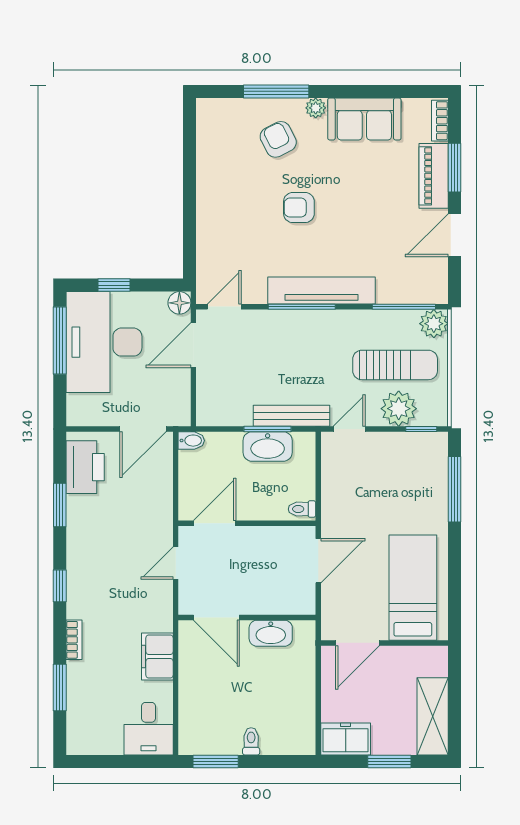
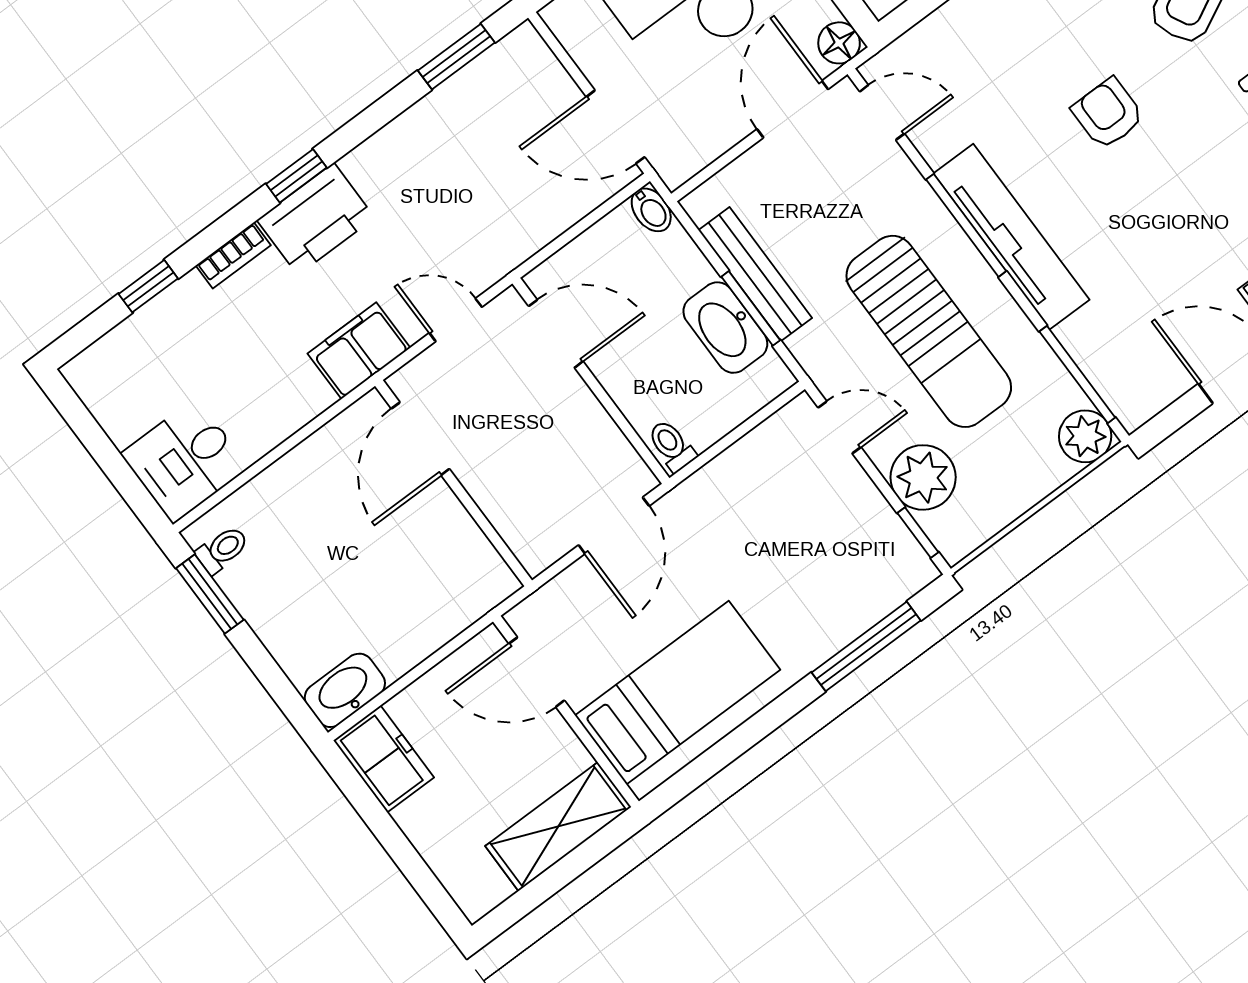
door: (193, 345) -> (793, 109), hinge flipped
sun lounger: (395, 365) -> (929, 331), moved, width x1.36, depth x1.34
bench: (292, 416) -> (755, 274), moved
printer: (85, 467) -> (316, 219), moved
window: (60, 505) -> (456, 57), moved
door: (318, 561) -> (614, 525), hinge flipped
washbasin: (271, 633) -> (345, 690), moved, turned 90
filing cabinet: (157, 656) -> (359, 351), moved
window: (60, 687) -> (148, 286), width x0.67
shelving: (433, 716) -> (558, 826), moved
toilet: (251, 741) -> (222, 550), moved
window: (389, 761) -> (399, 847), removed

